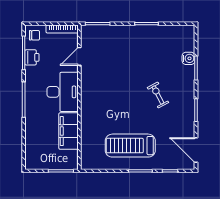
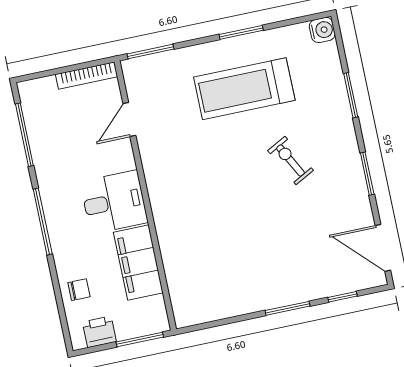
chair: (34, 35) -> (79, 290), moved
printer: (32, 57) -> (99, 332), moved, turned -90
water cooler: (188, 58) -> (322, 30), moved
desk: (63, 92) -> (114, 202), width x0.73
treadmill: (130, 146) -> (244, 89), moved

